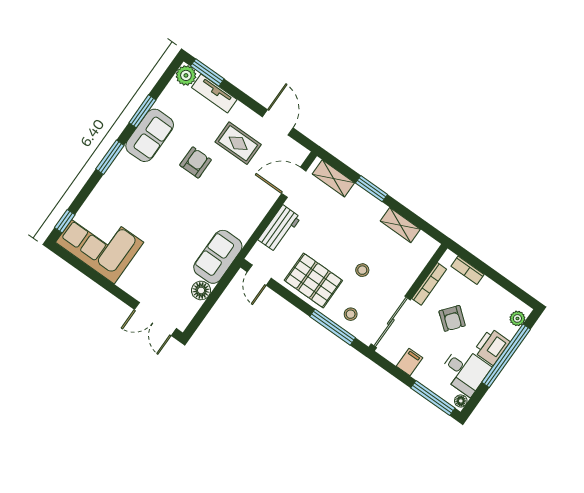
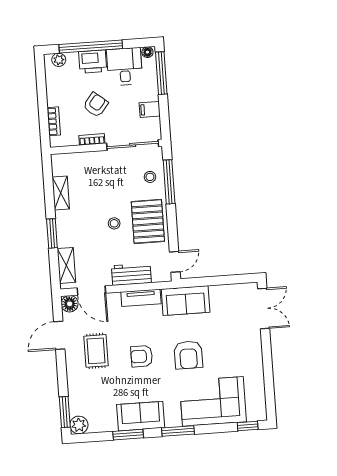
tv unit: (214, 94) -> (141, 298), moved, turned 90
armchair: (196, 162) -> (142, 356), moved
armchair: (169, 220) -> (188, 355), added
corner sofa: (100, 242) -> (213, 401), moved, turned 90
stool: (362, 270) -> (114, 223), moved
bookcase: (429, 284) -> (92, 139), width x0.64
floor lamp: (201, 290) -> (70, 304), moved

